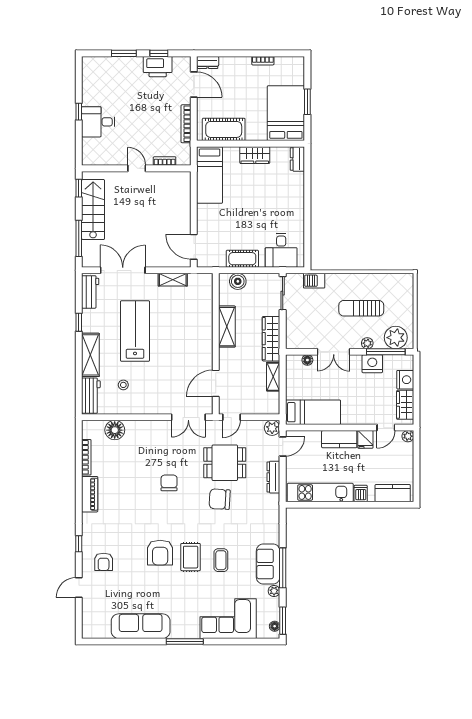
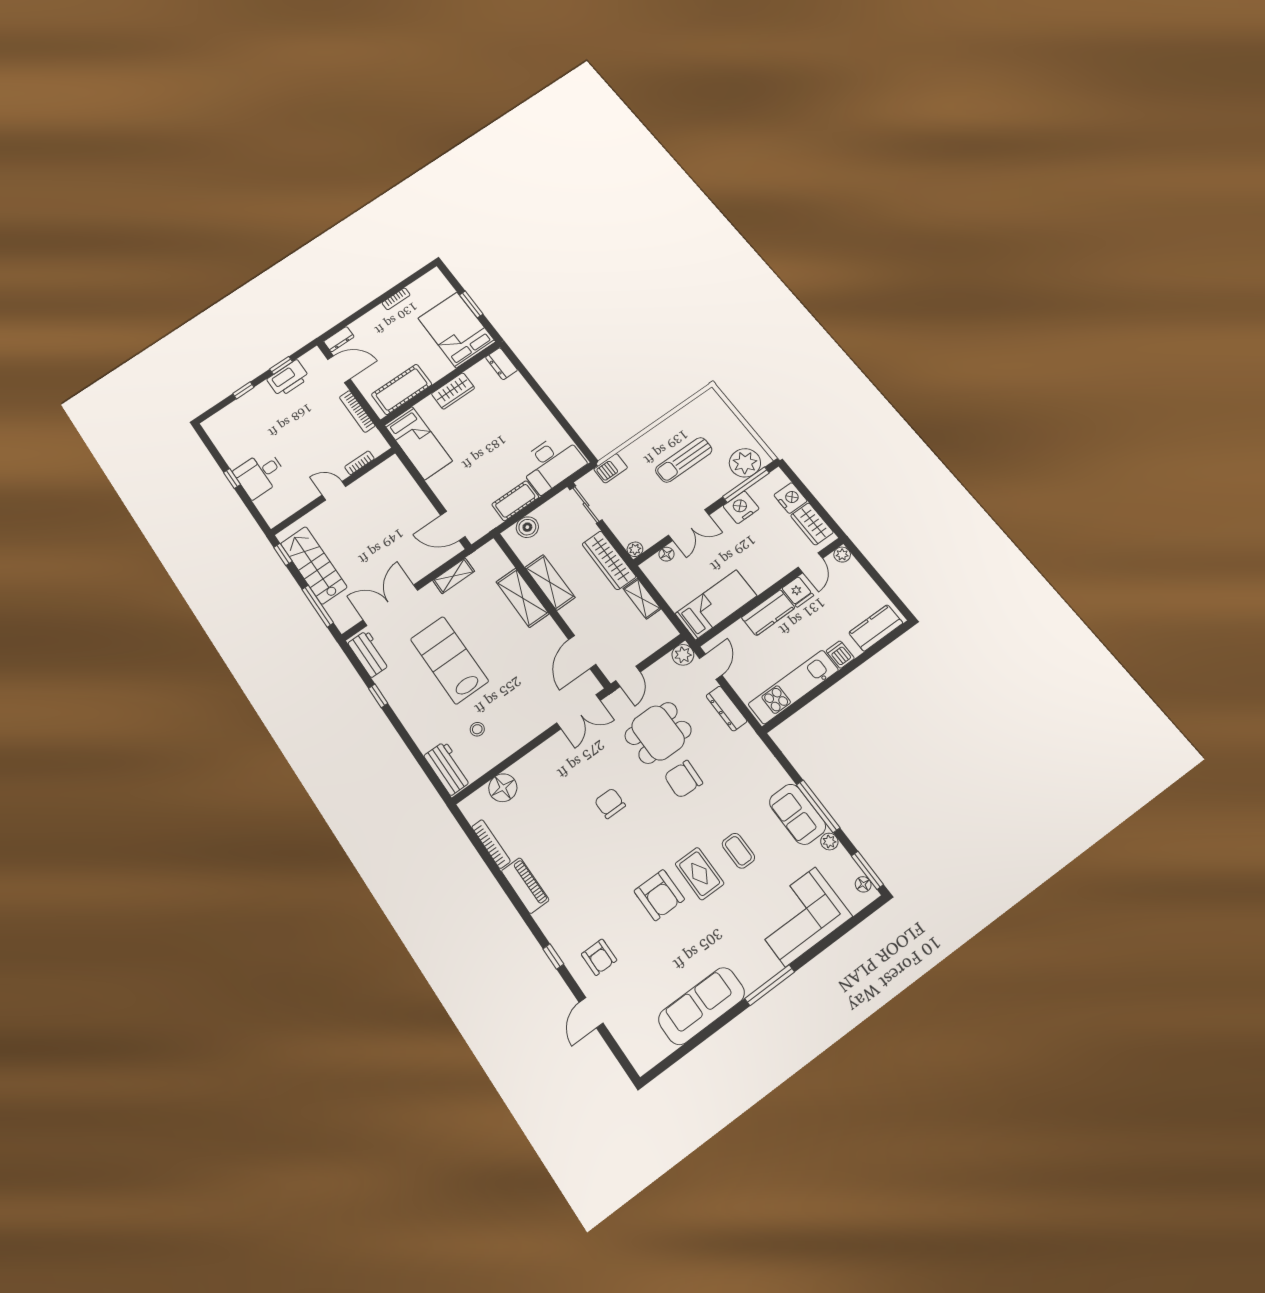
window: (124, 53) -> (243, 390), width x0.67
desk: (281, 250) -> (551, 463), width x1.37
plant: (367, 343) -> (635, 549), moved
shelving: (90, 355) -> (522, 598), moved

